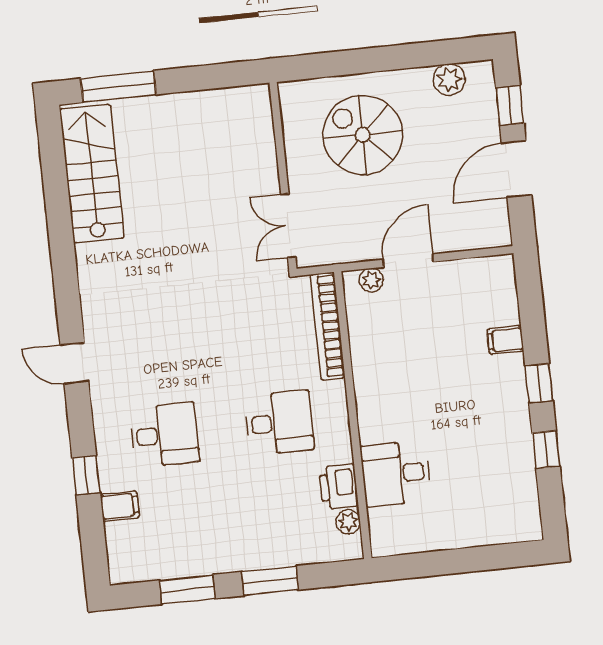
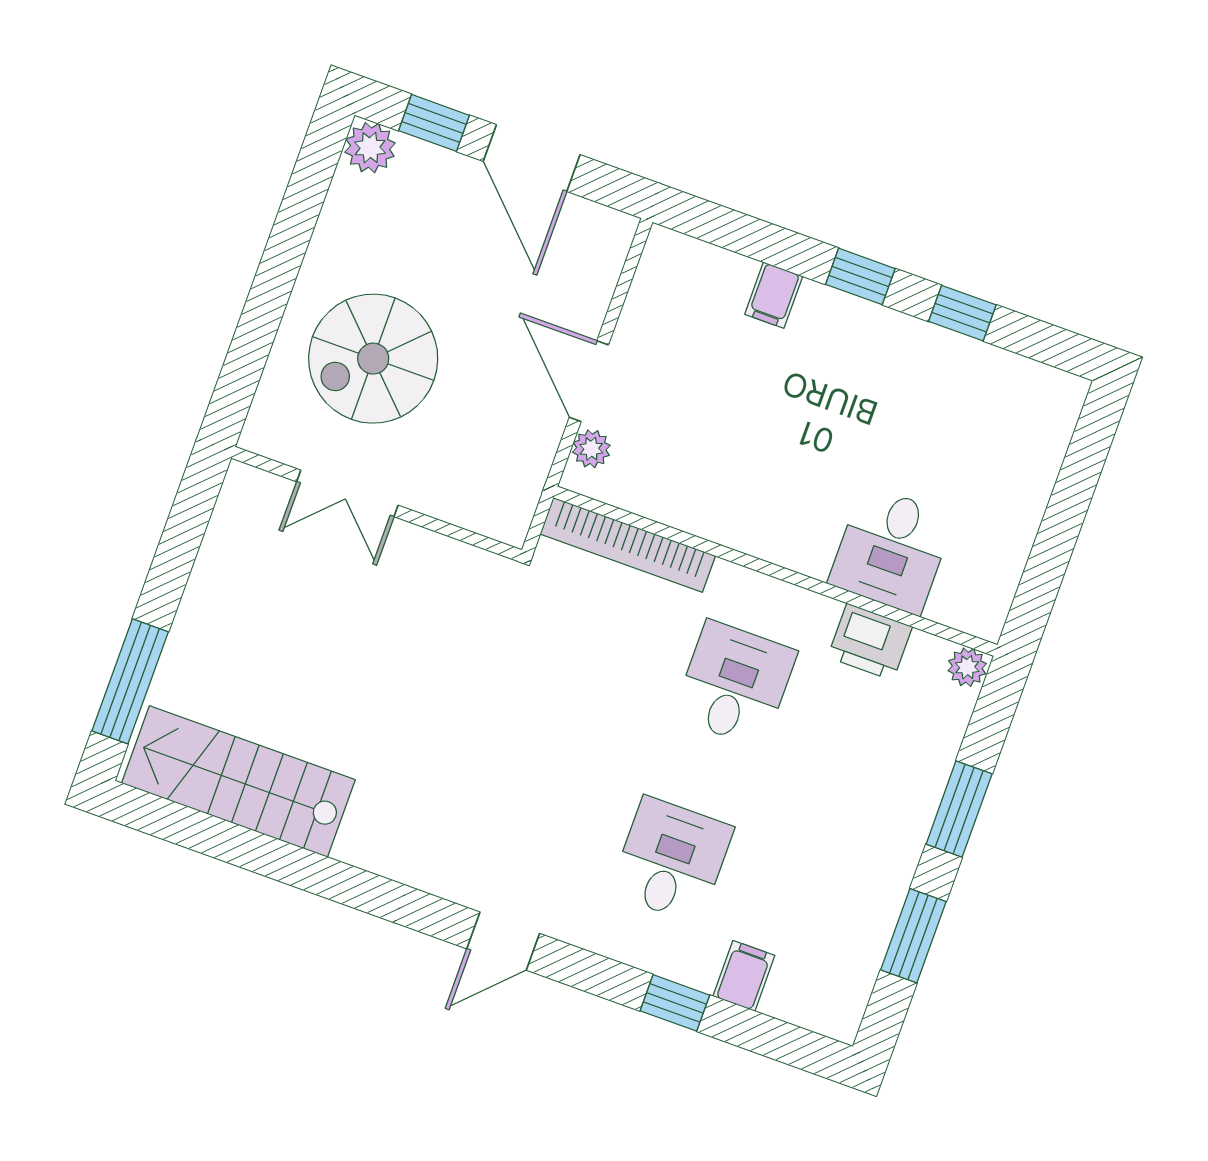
plant: (449, 80) -> (370, 148), moved
double door: (288, 226) -> (347, 493), moved
plant: (348, 522) -> (967, 667), moved

